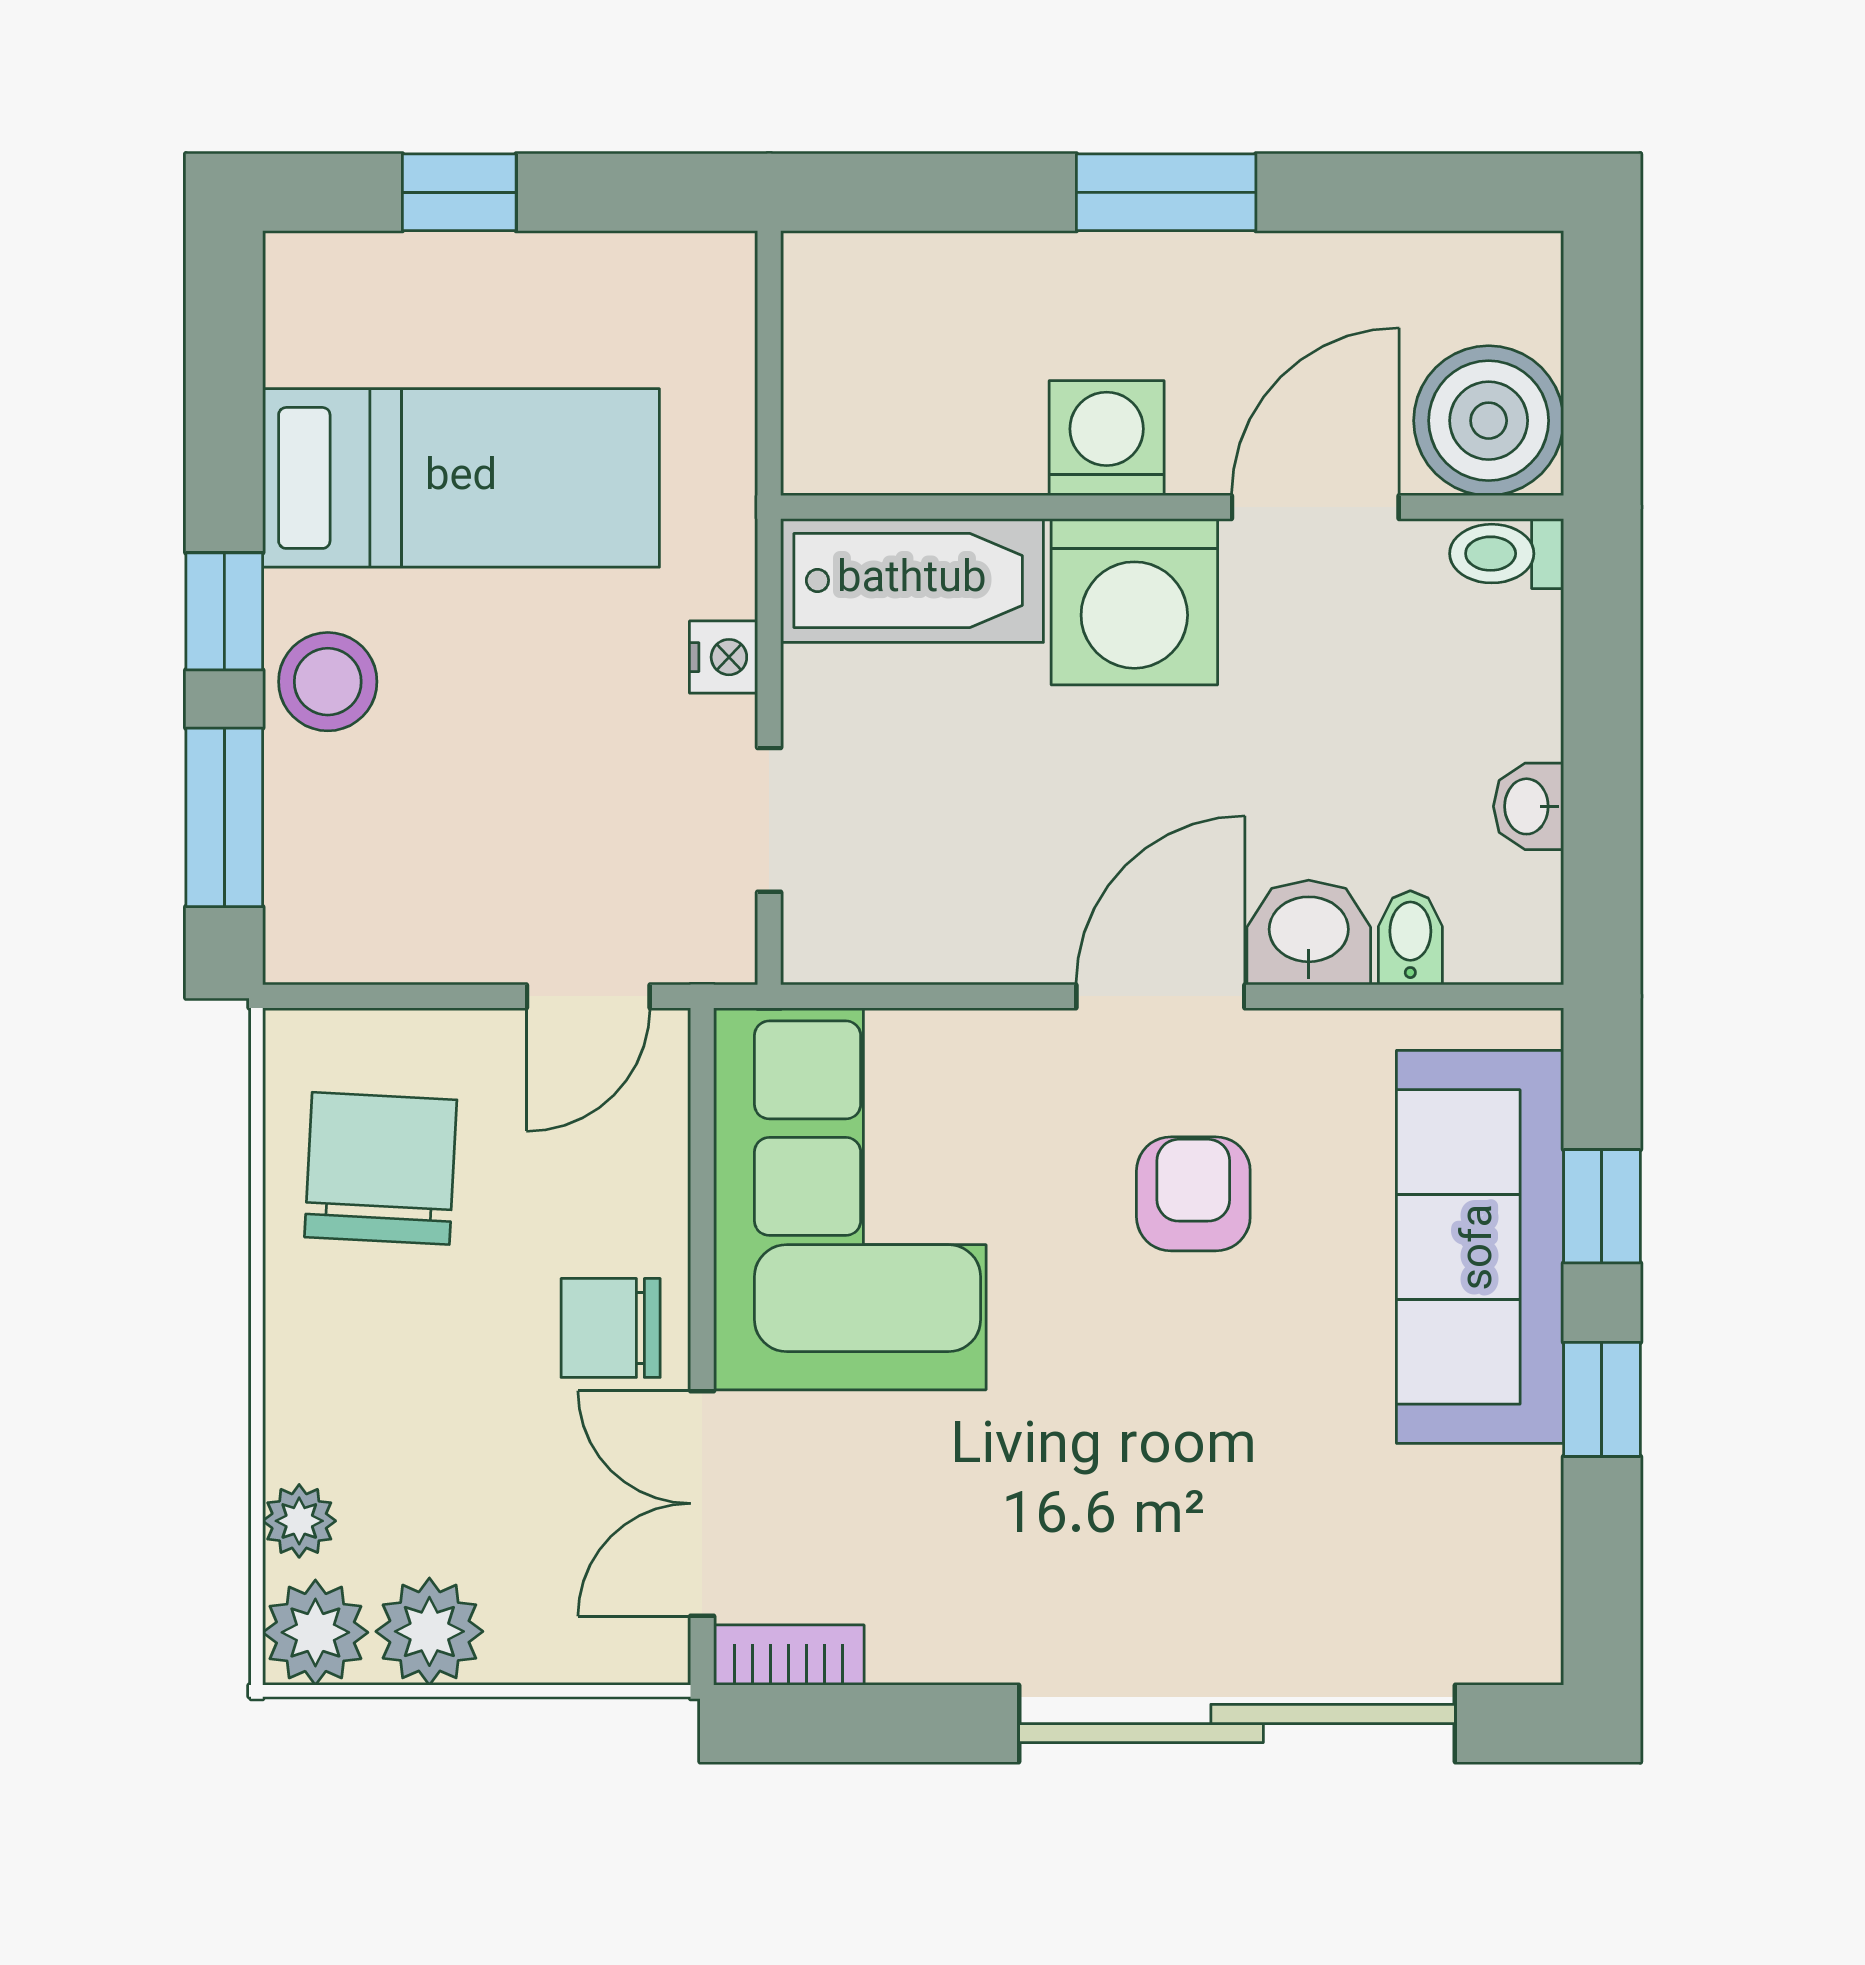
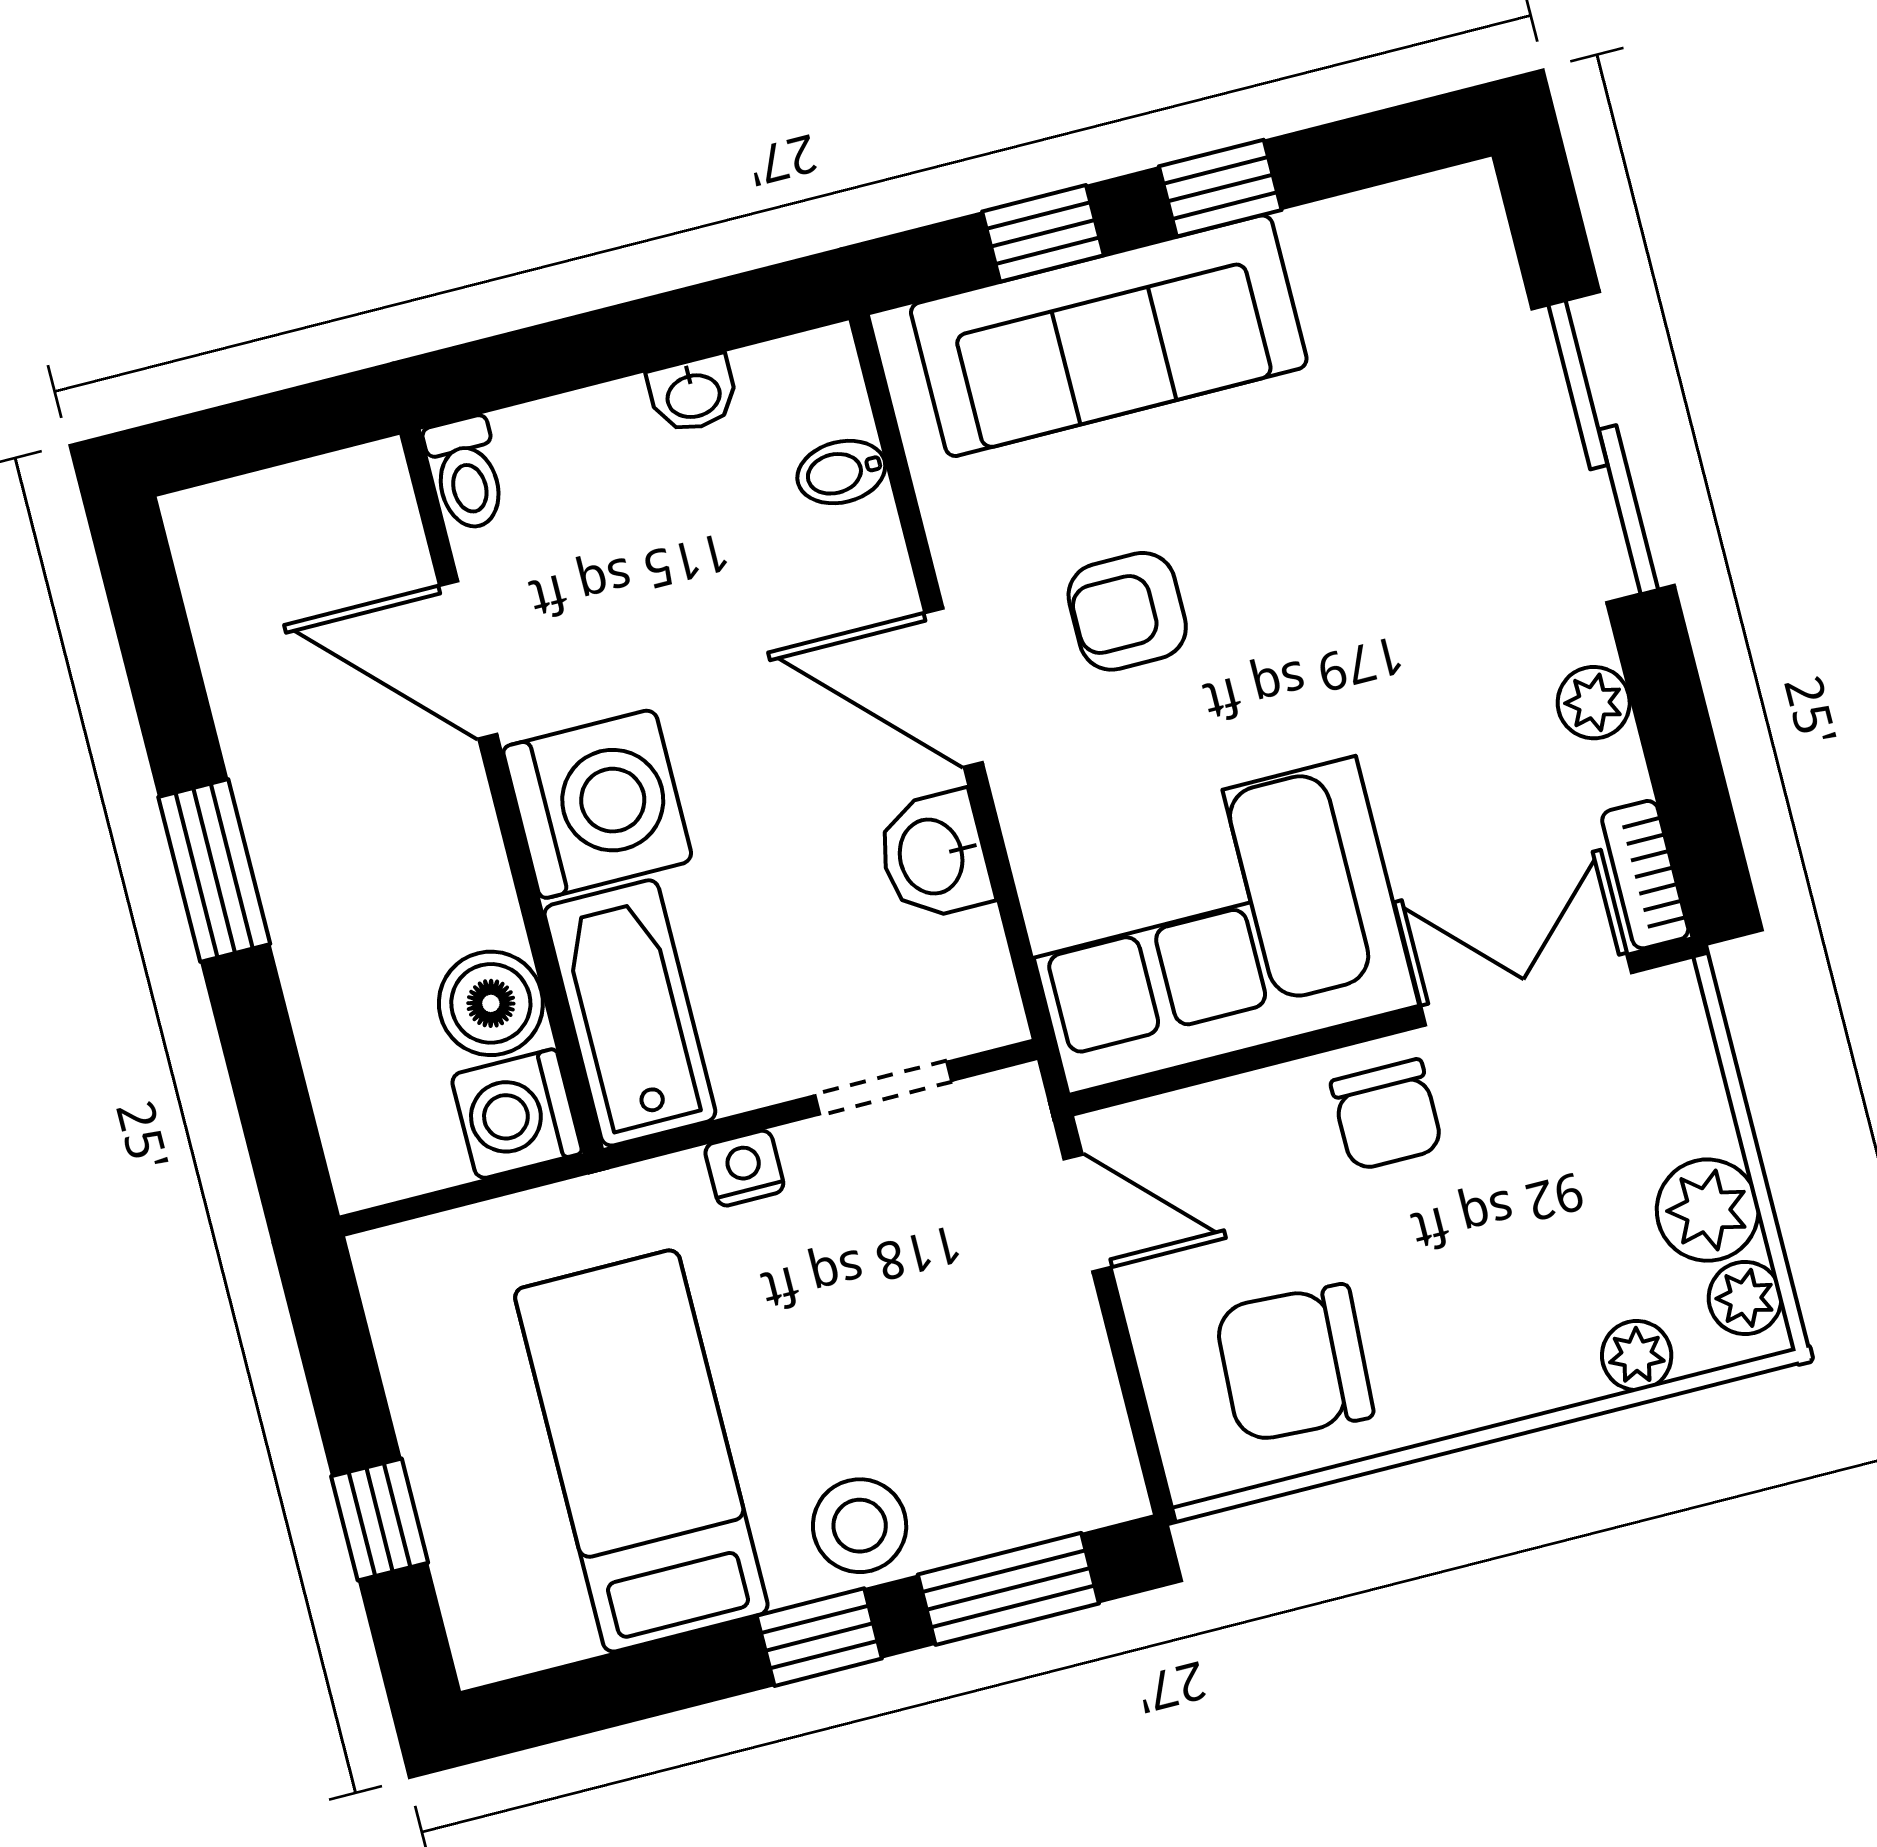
boiler: (1489, 421) -> (491, 1003), moved, width x0.73, depth x0.73
washing machine: (1107, 438) -> (517, 1114), moved
washbasin: (1309, 932) -> (934, 856), moved
double door: (702, 1503) -> (1526, 990), swing flipped
plant: (315, 1632) -> (1745, 1298), width x0.73, depth x0.73
plant: (978, 1647) -> (1594, 703), added
sliding door: (1237, 1724) -> (1603, 447), width x0.73

